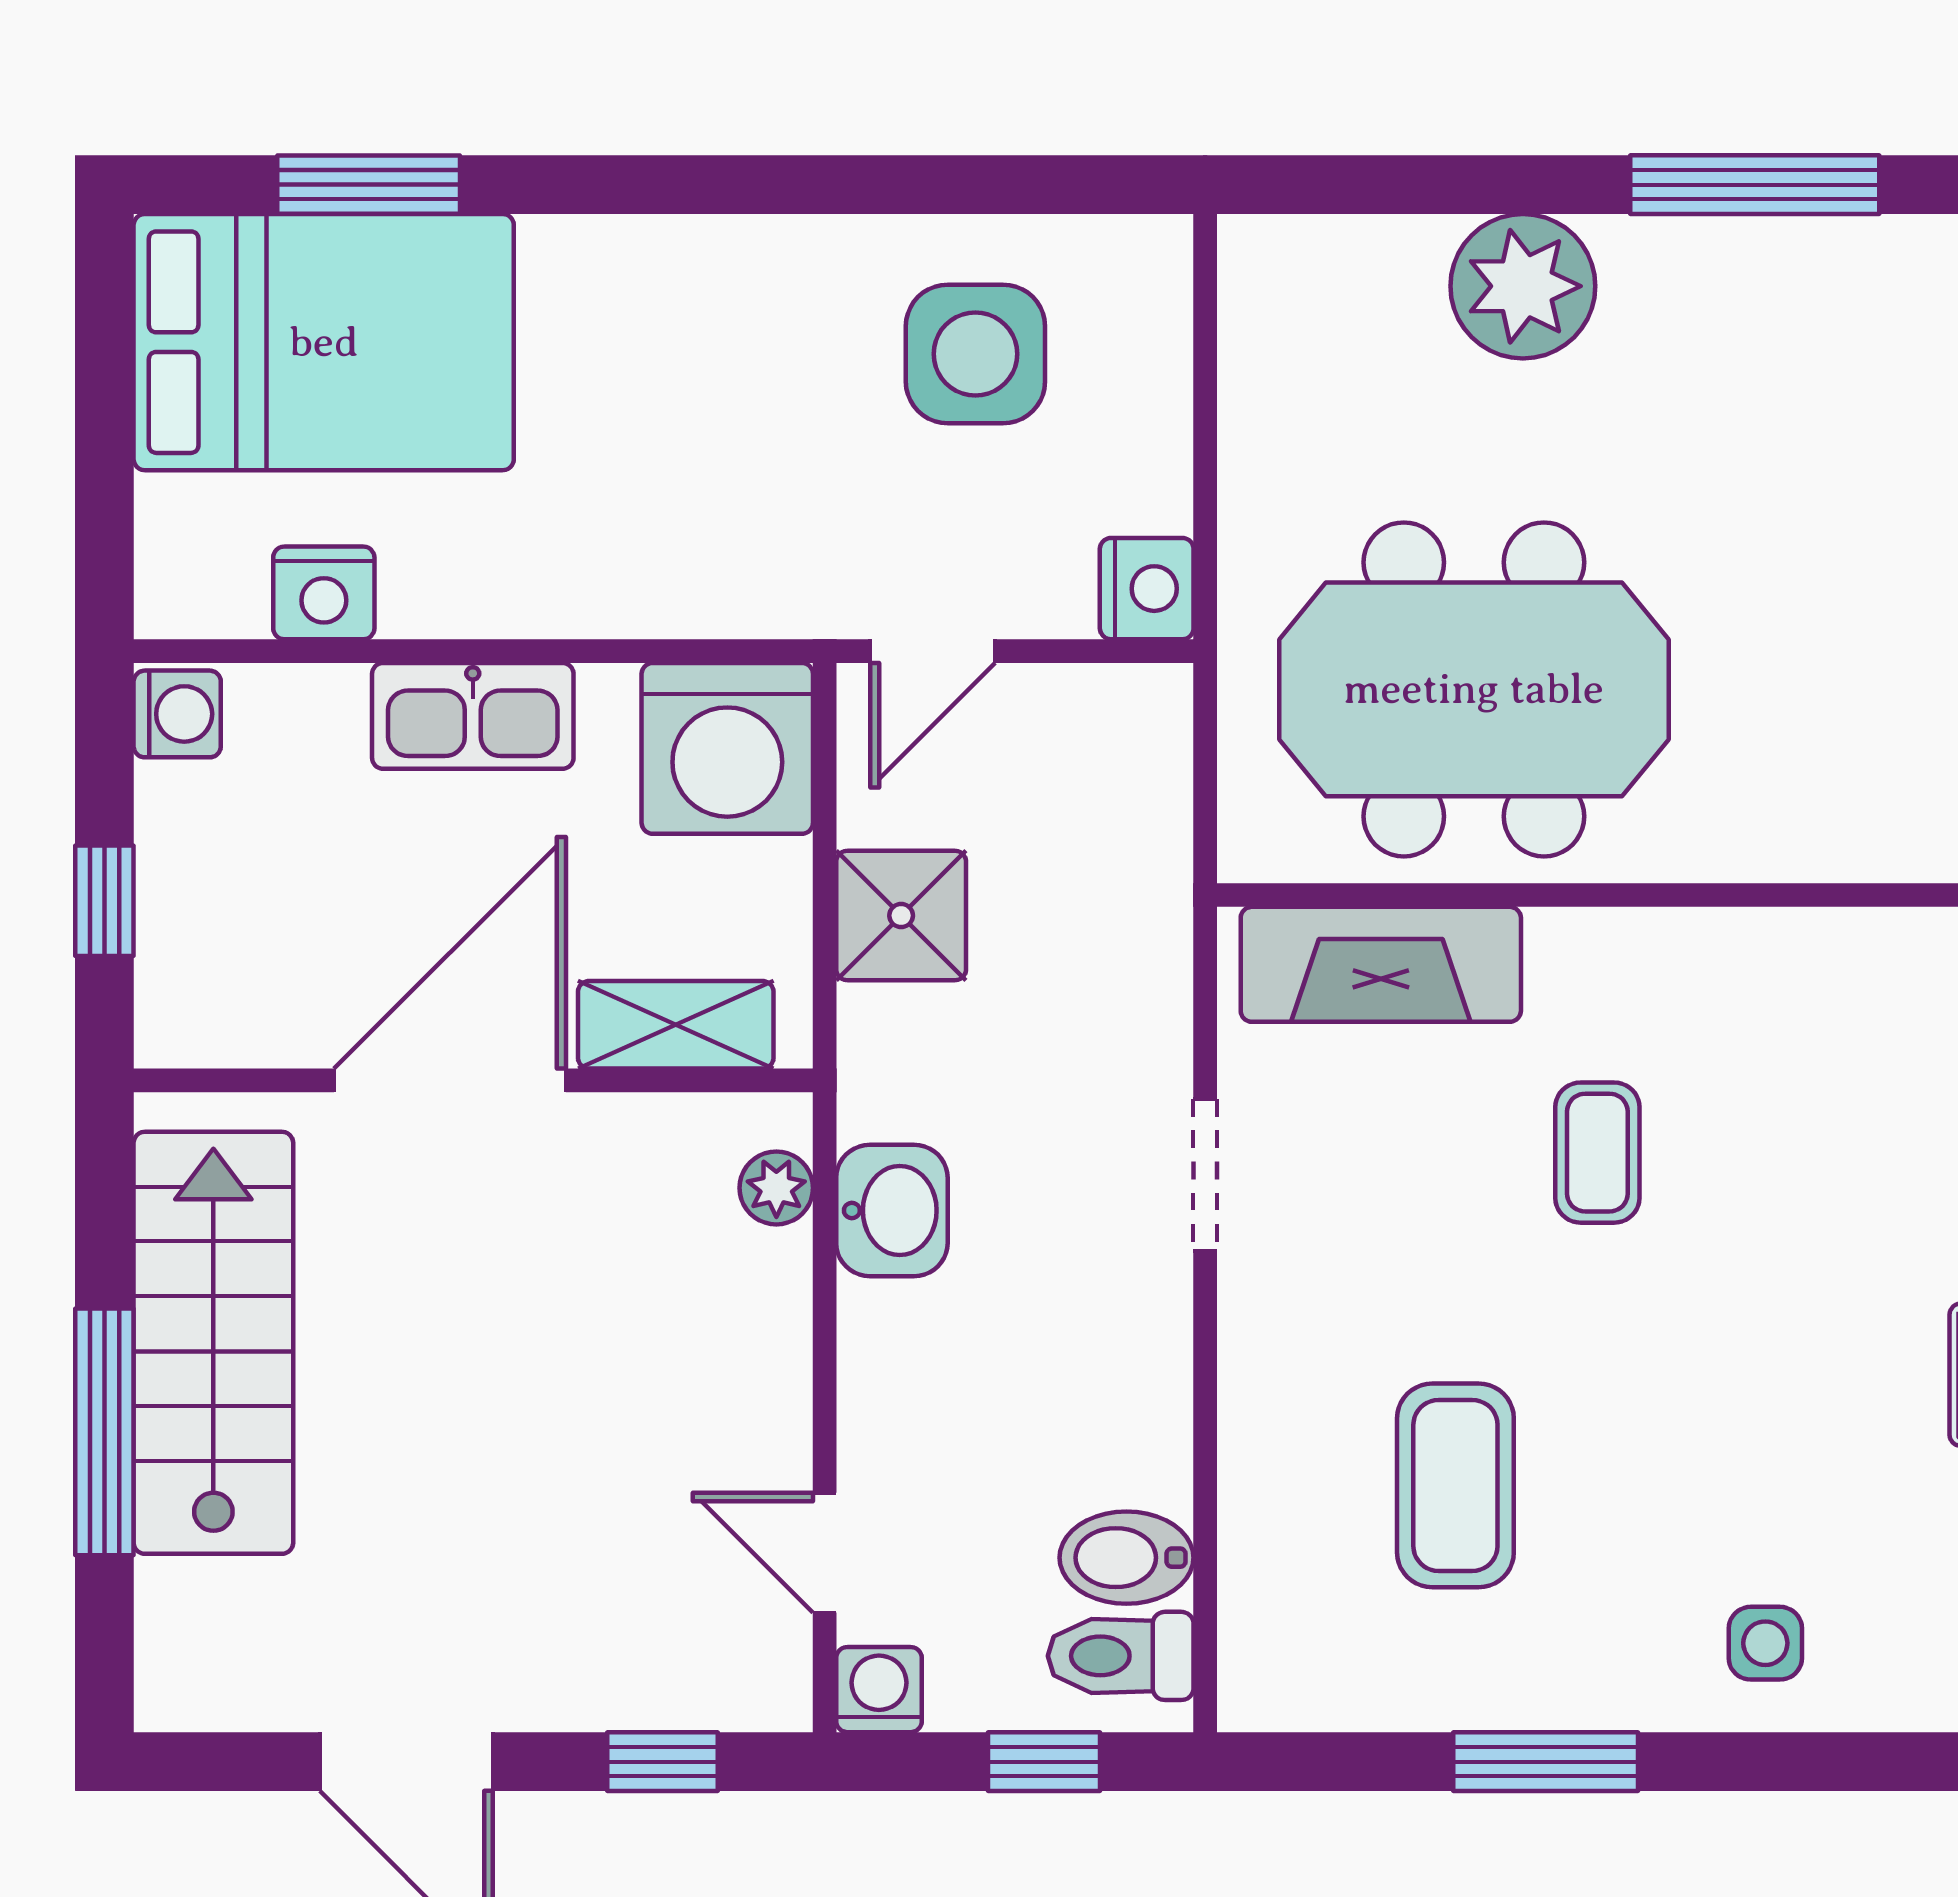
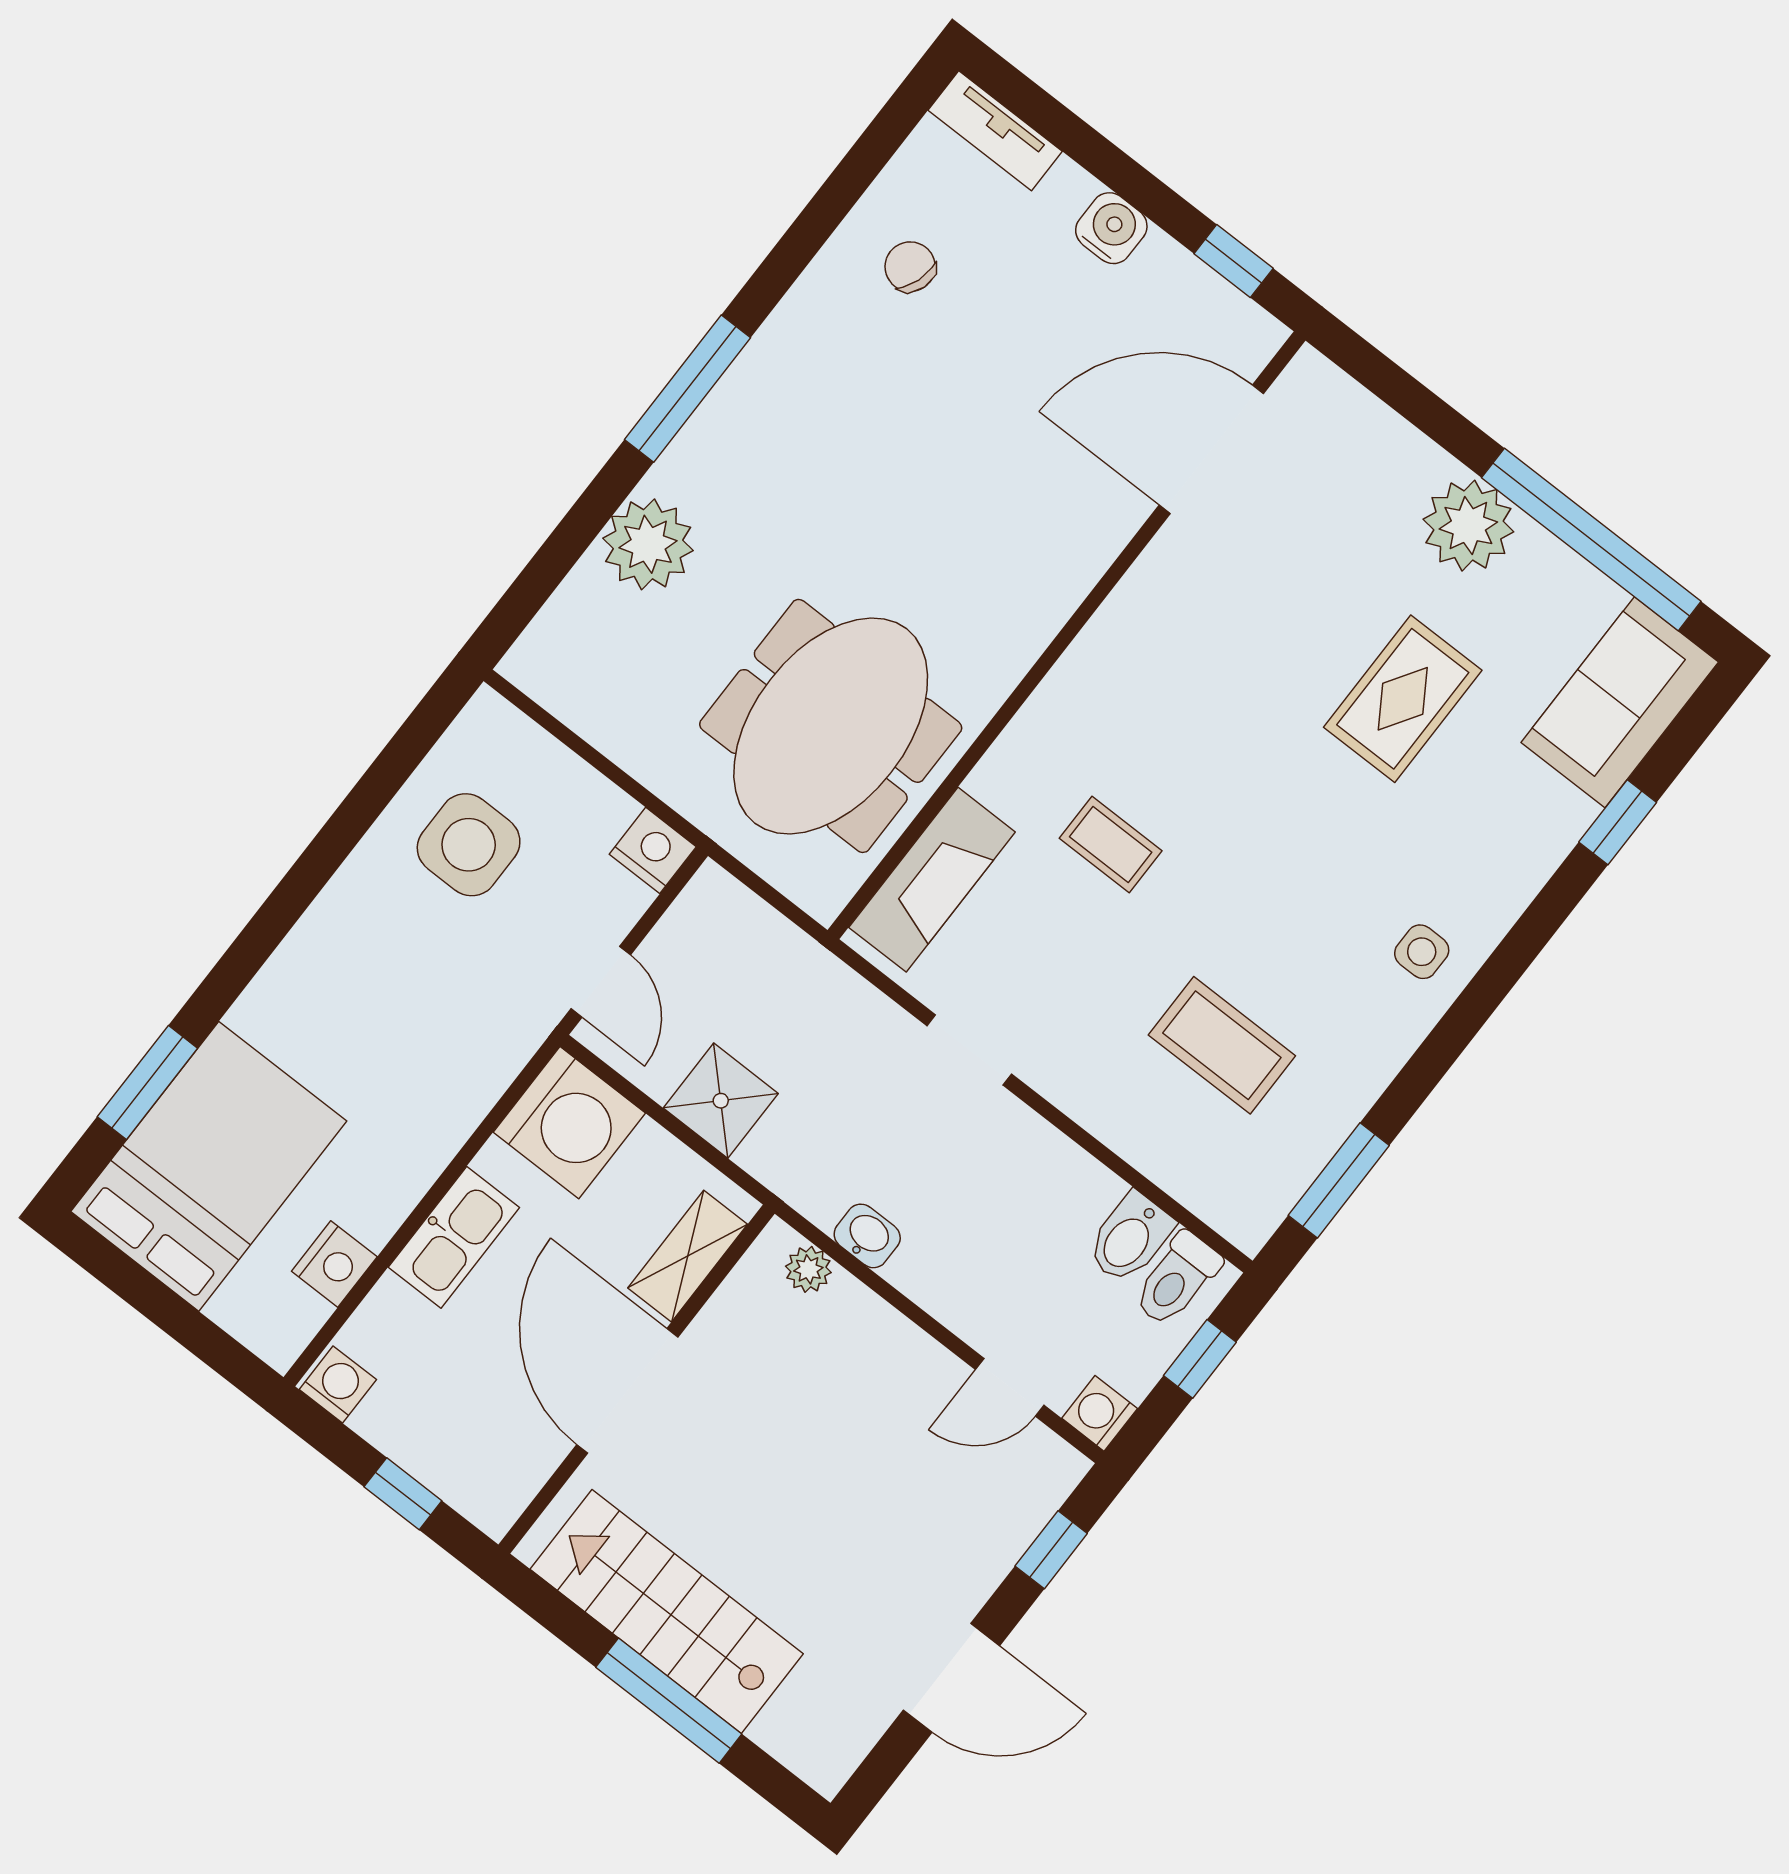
washbasin: (892, 1210) -> (867, 1236), width x0.72, depth x0.69
window: (1546, 1762) -> (1339, 1180), moved

